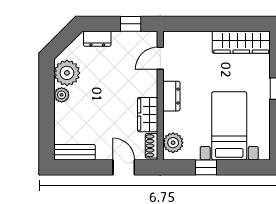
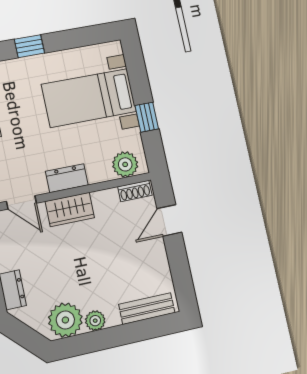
wardrobe: (148, 115) -> (70, 210), moved
bench: (75, 152) -> (147, 309), moved, turned 90

